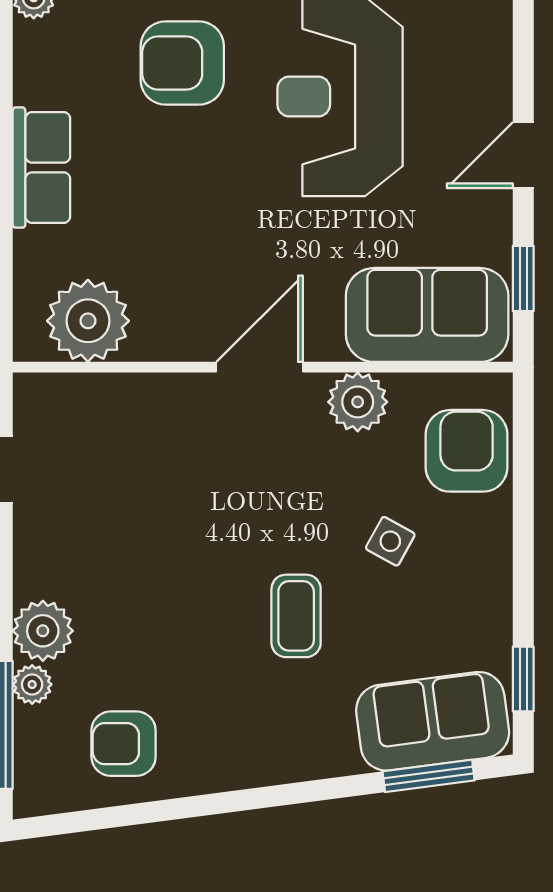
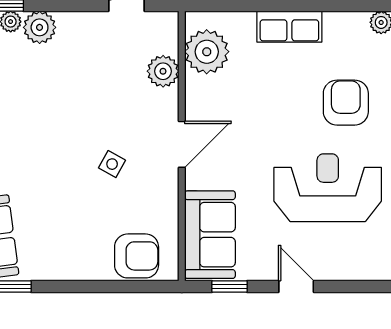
door: (260, 367) -> (182, 144), hinge flipped
plant: (358, 402) -> (163, 71), moved
side table: (390, 541) -> (112, 164), moved
coffee table: (296, 616) -> (48, 164), removed

